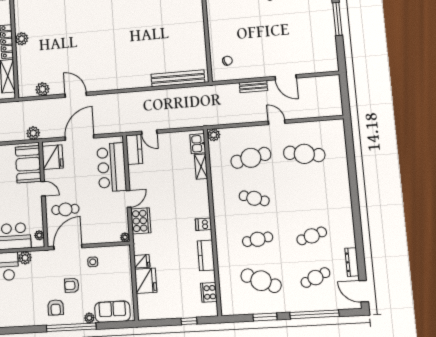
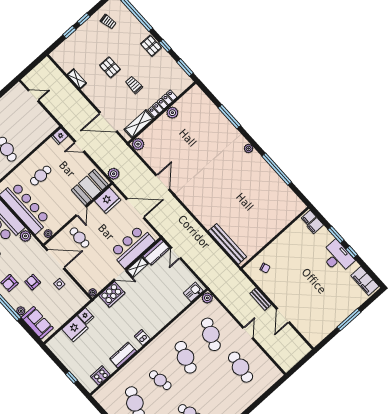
plant: (42, 89) -> (138, 144), moved
cafe table: (251, 158) -> (211, 334), turned 36
shelving: (201, 167) -> (137, 267), moved
cafe table: (254, 198) -> (186, 357), width x1.37, depth x1.35

